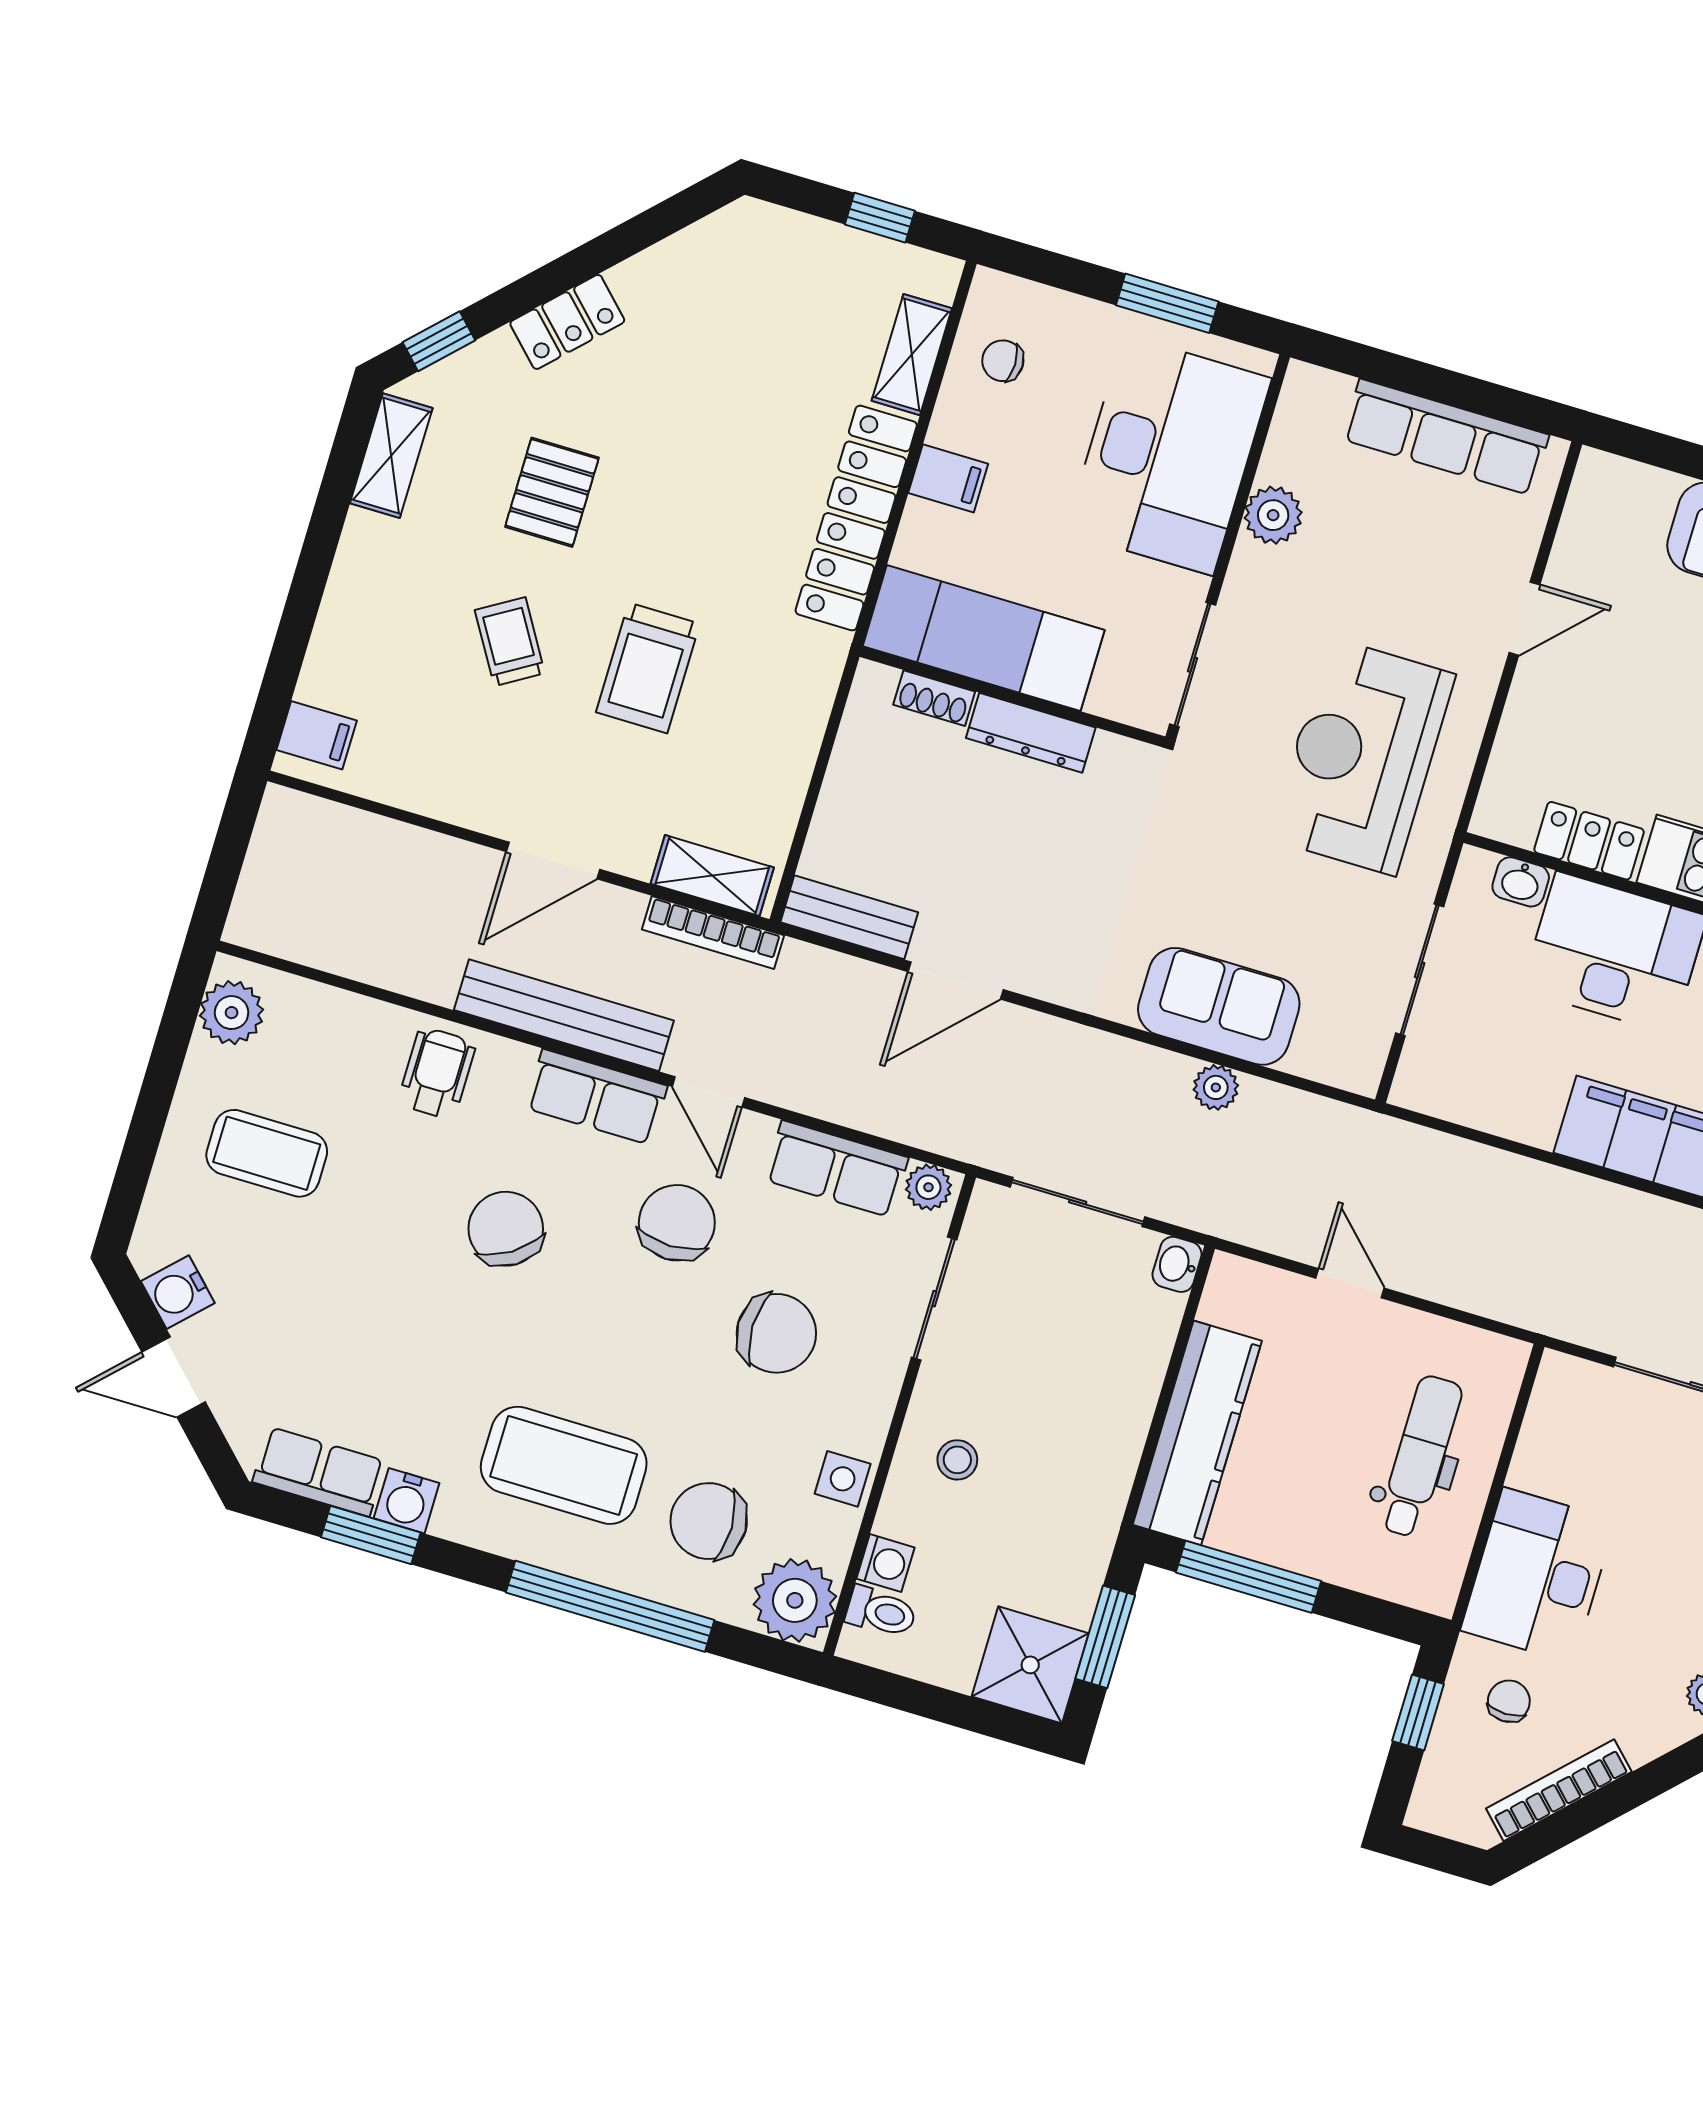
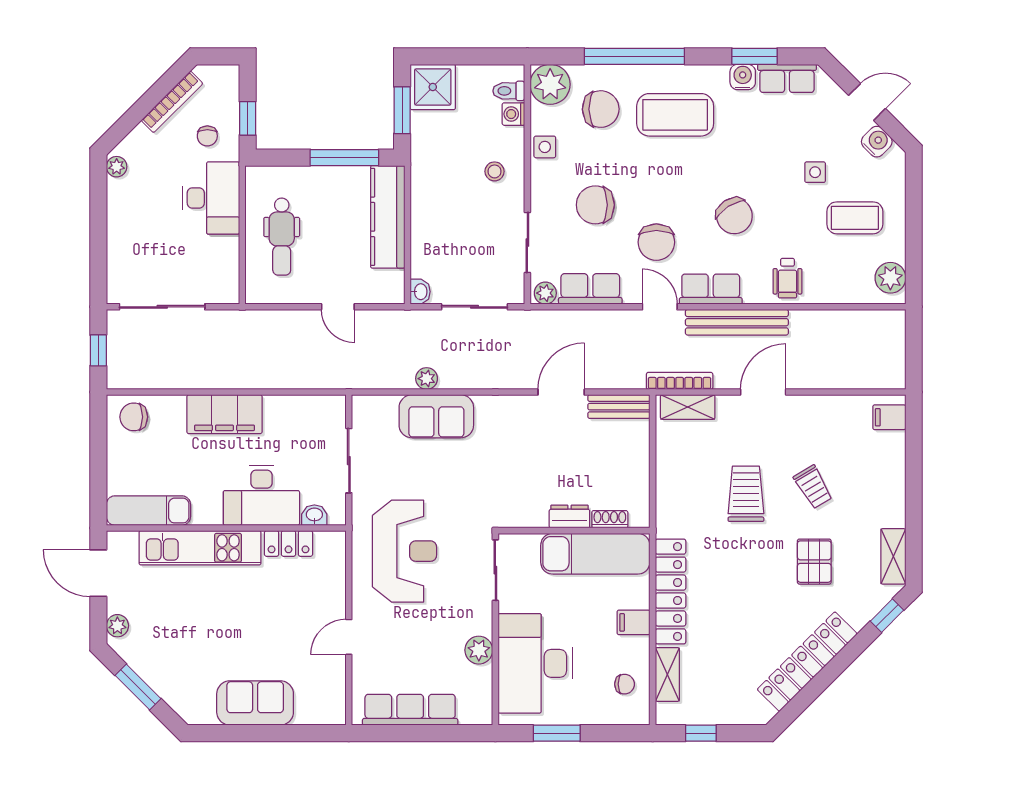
locker: (567, 322) -> (807, 662), width x2.16, depth x1.21
dresser: (1031, 733) -> (569, 517), width x0.70
side table: (319, 1268) -> (815, 172), added

